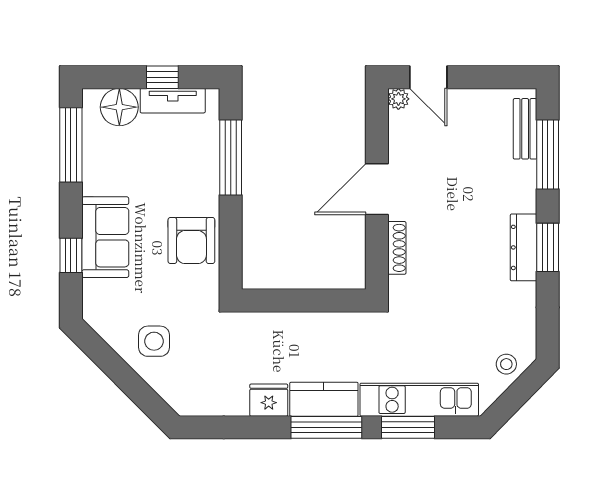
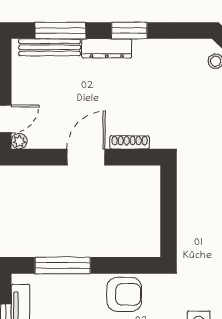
bench: (525, 129) -> (50, 47), width x1.36
door: (377, 189) -> (86, 157), swing flipped
dresser: (524, 247) -> (107, 48), moved

